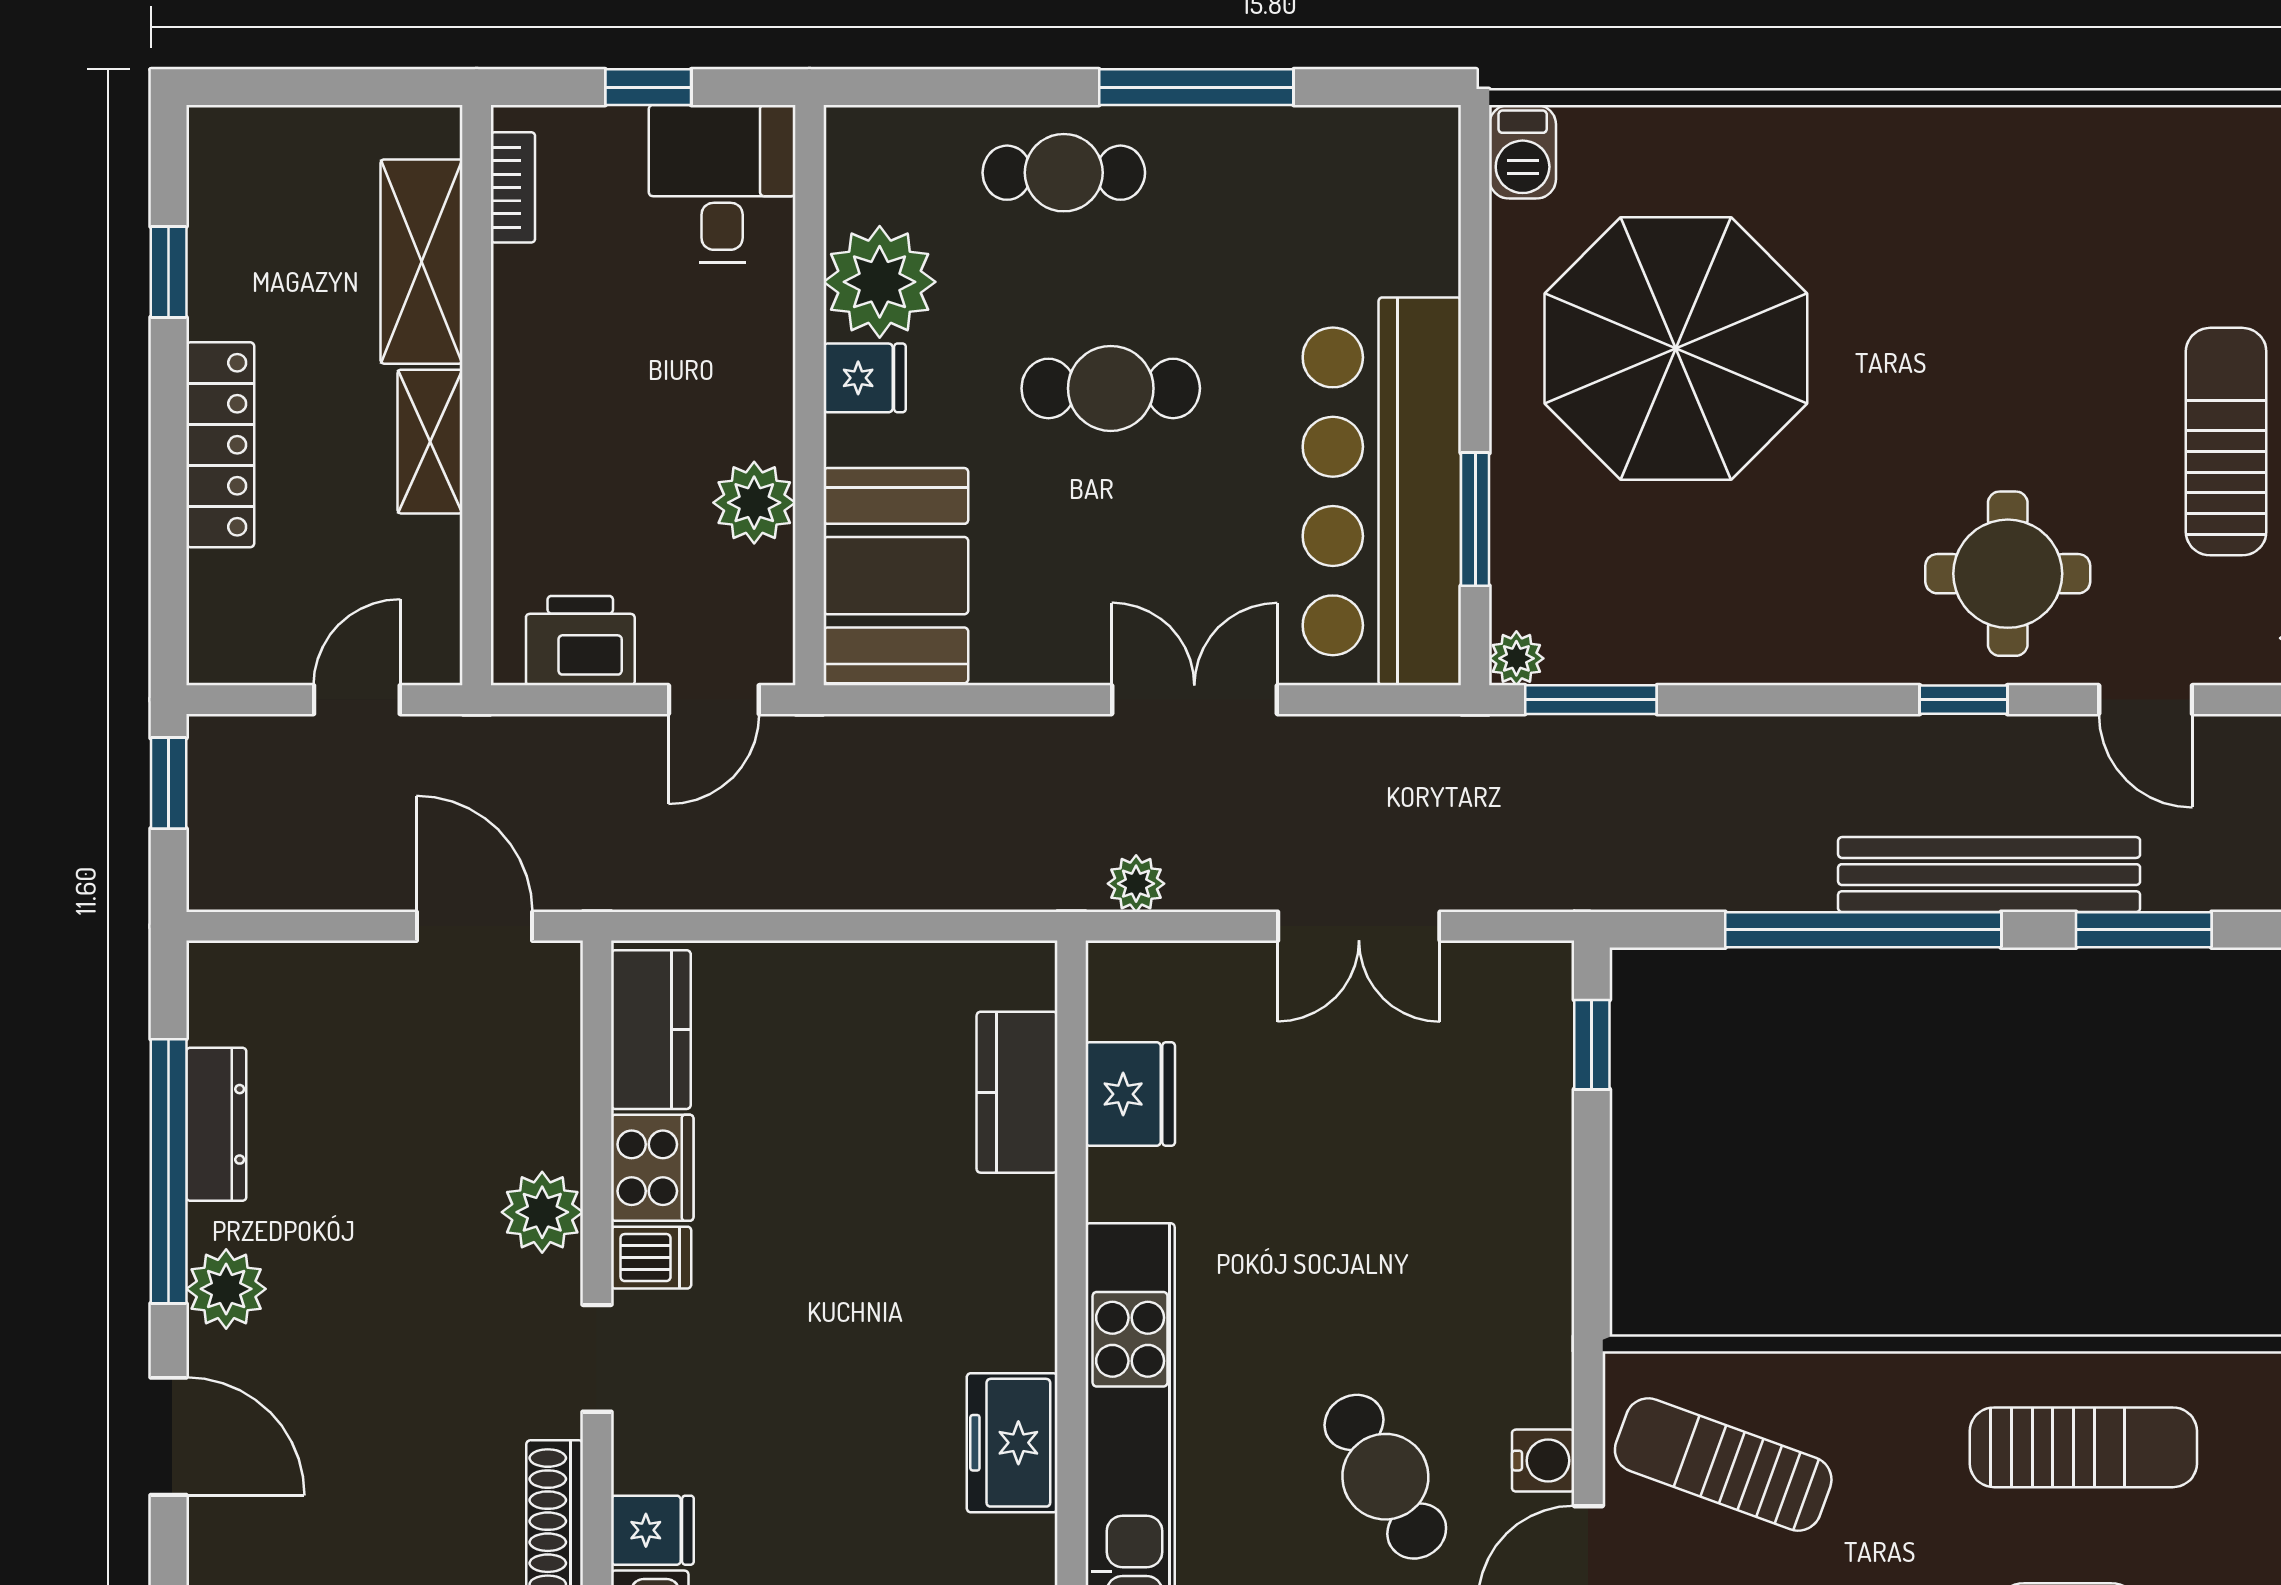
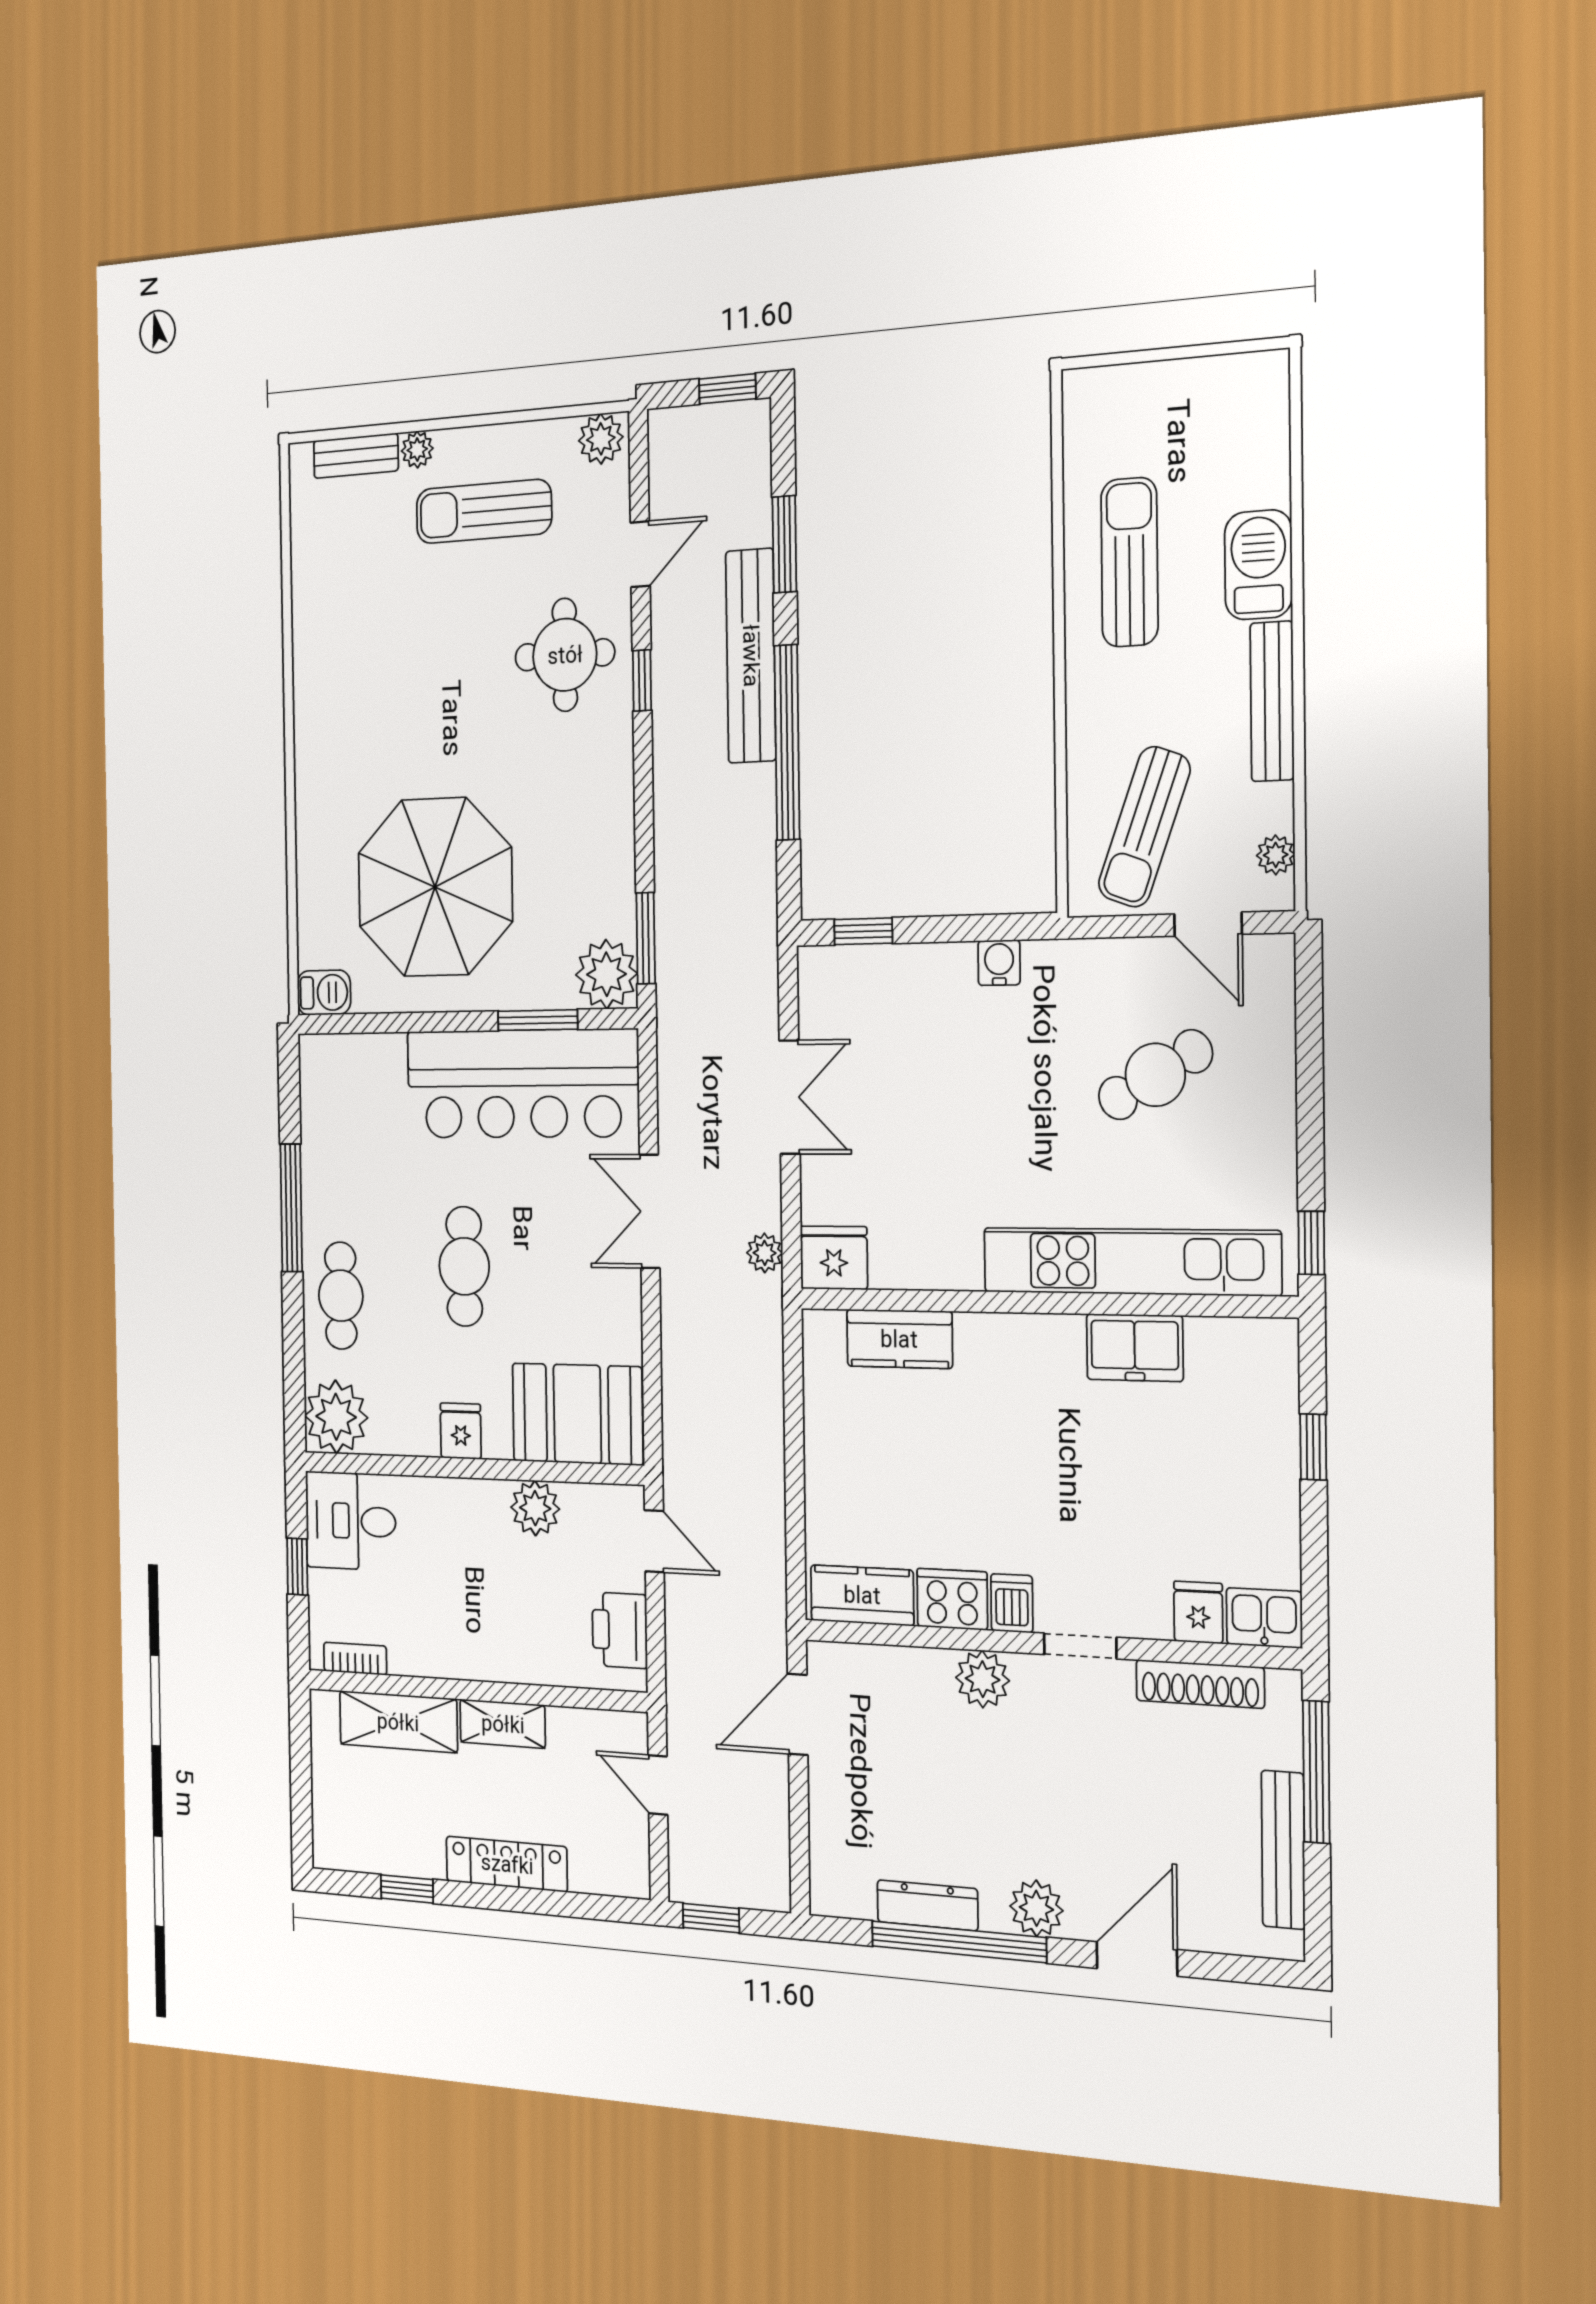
plant: (880, 282) -> (336, 1417), moved
plant: (1516, 658) -> (606, 974), width x1.88, depth x1.88
fridge: (1130, 1094) -> (834, 1258), moved
water cooler: (1543, 1461) -> (999, 963), moved

